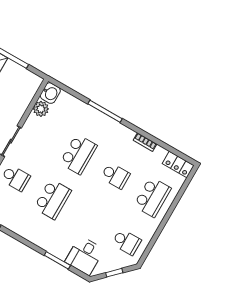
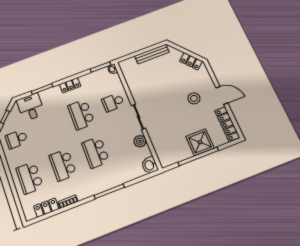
plant: (41, 109) -> (140, 141), moved
locker: (178, 164) -> (46, 208), moved
school desk: (115, 176) -> (63, 165), width x1.85
locker: (31, 235) -> (70, 85), added

